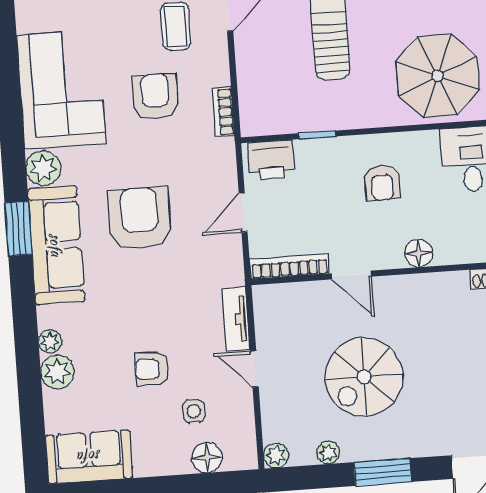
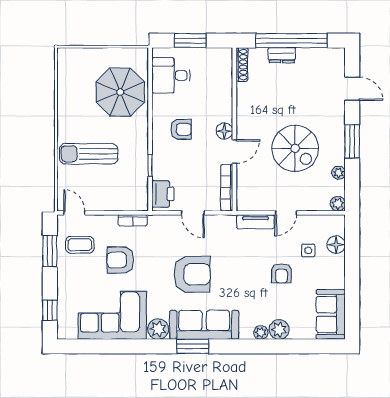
armchair: (140, 219) -> (192, 274), turned 180
floor lamp: (419, 253) -> (224, 131), moved

